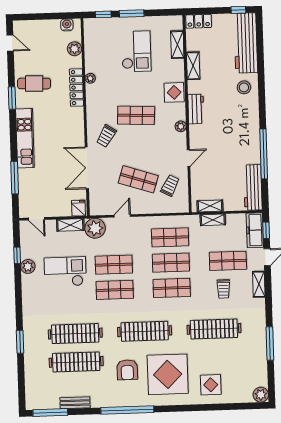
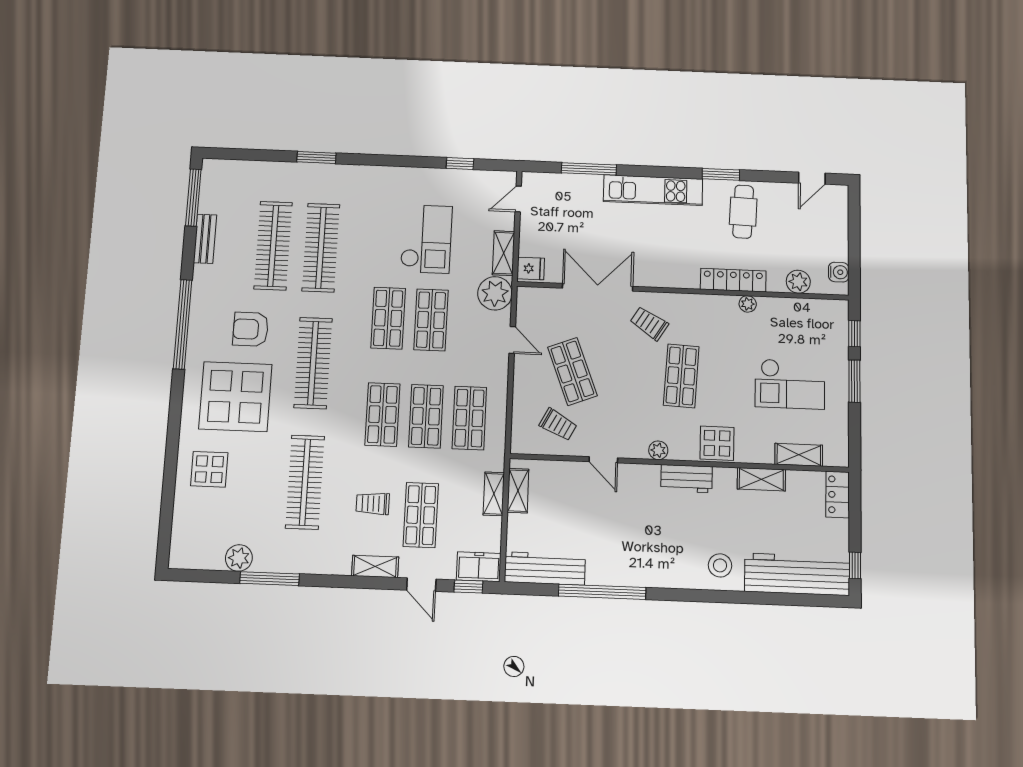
shop shelf: (138, 179) -> (572, 371), turned -39
freezer: (255, 230) -> (479, 567), width x0.71
plant: (28, 266) -> (440, 179), removed
plant: (261, 395) -> (239, 558), moved

